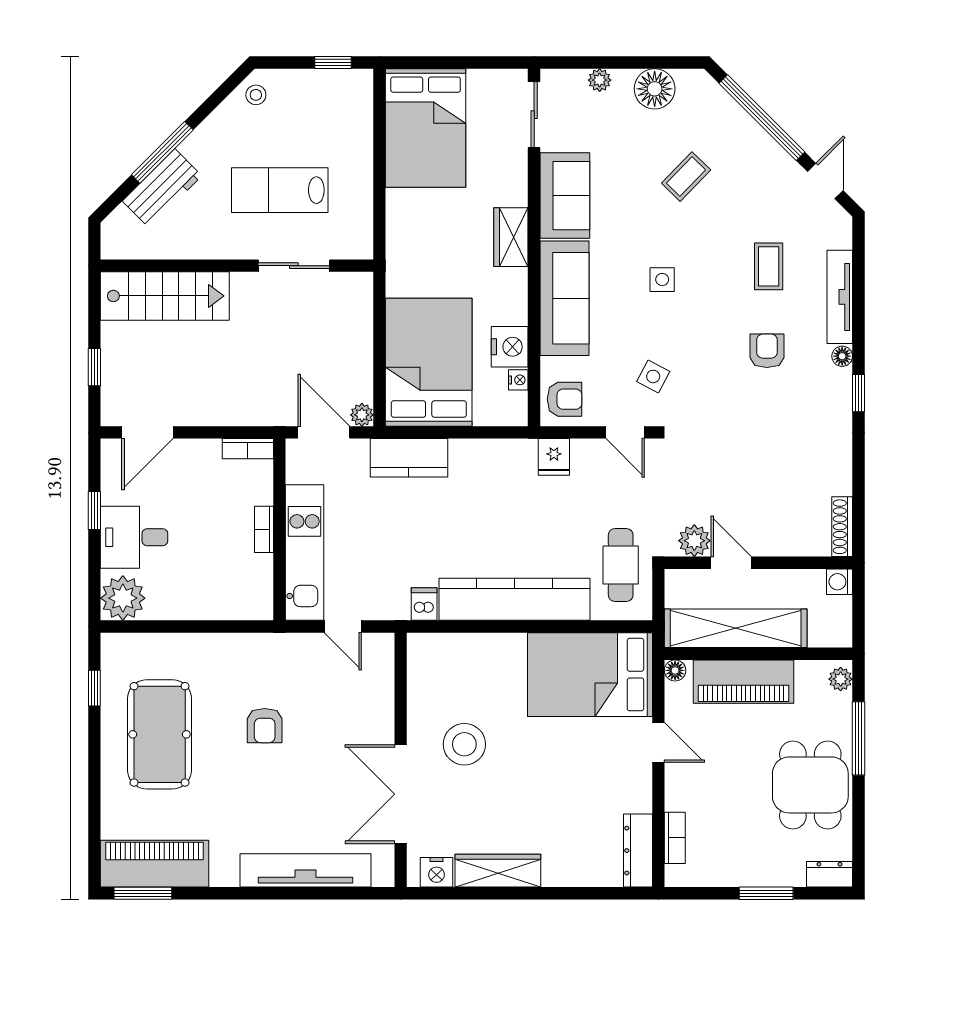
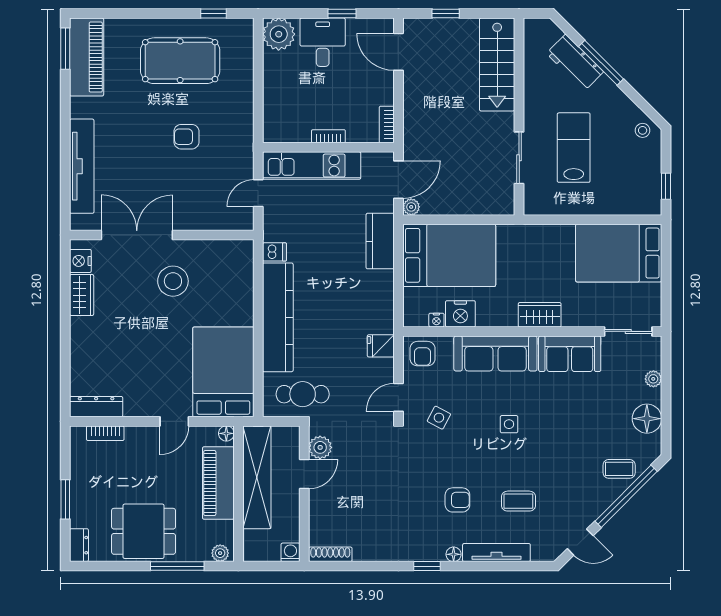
coffee table: (686, 177) -> (619, 469), moved, turned -44
wardrobe: (498, 871) -> (82, 295), width x0.67

